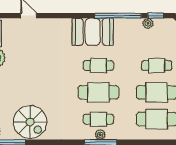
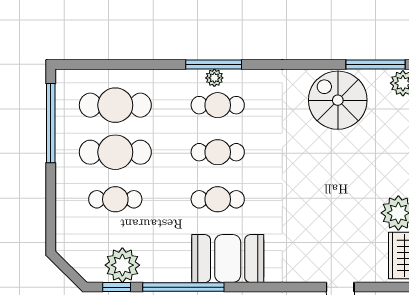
plant: (148, 23) -> (122, 265), width x1.87, depth x1.87
cafe table: (98, 92) -> (218, 152), width x0.73, depth x0.74

